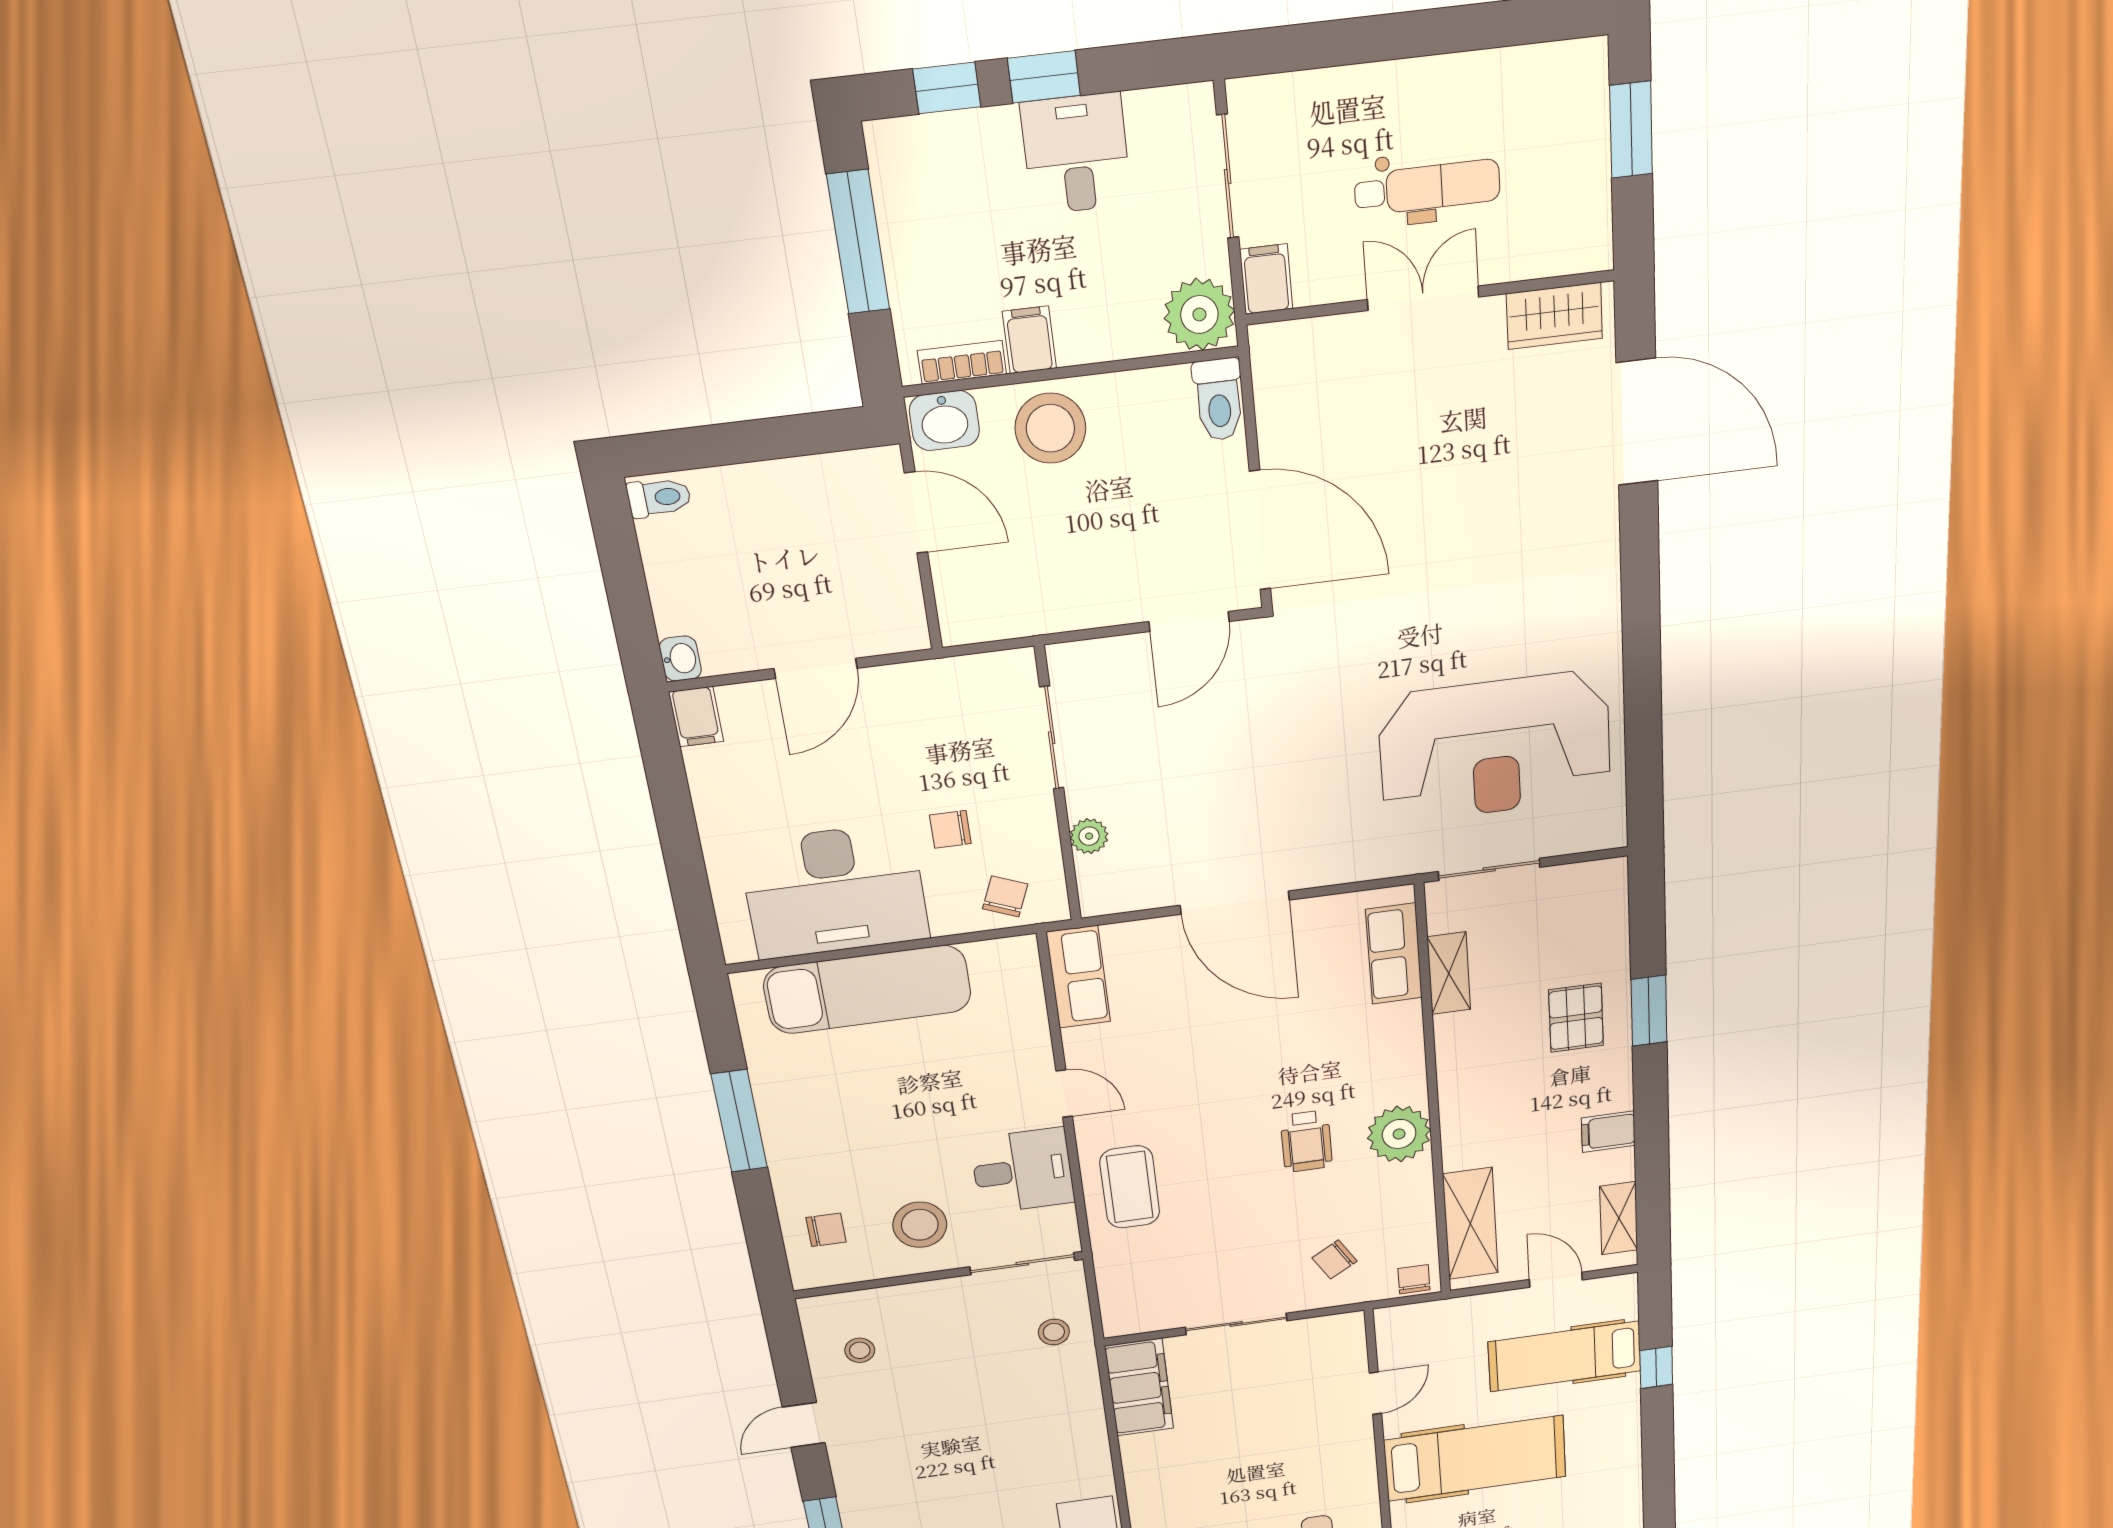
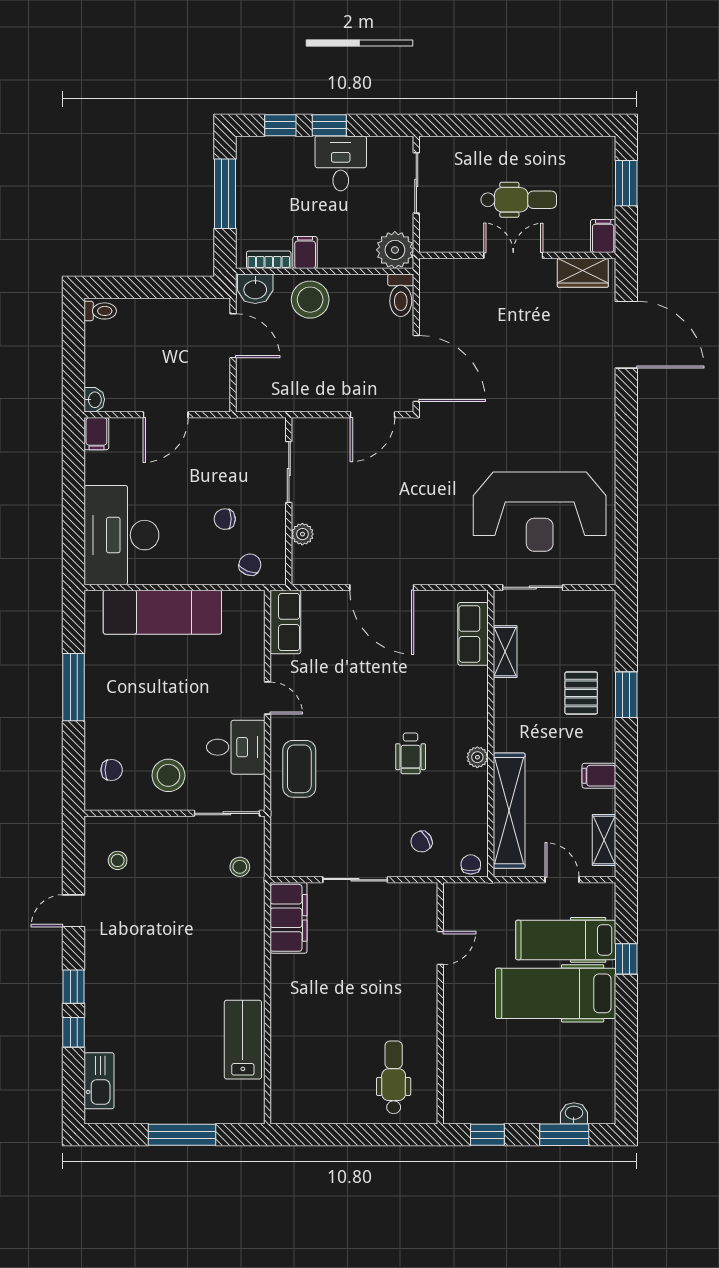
filing cabinet: (1266, 279) -> (603, 236), moved
desk: (834, 891) -> (121, 535), moved, turned 90
plant: (1399, 1134) -> (477, 757), width x0.53, depth x0.53
shelving: (1470, 1224) -> (509, 811), width x1.47
hospital bed: (1475, 1458) -> (556, 993), moved, turned 180

